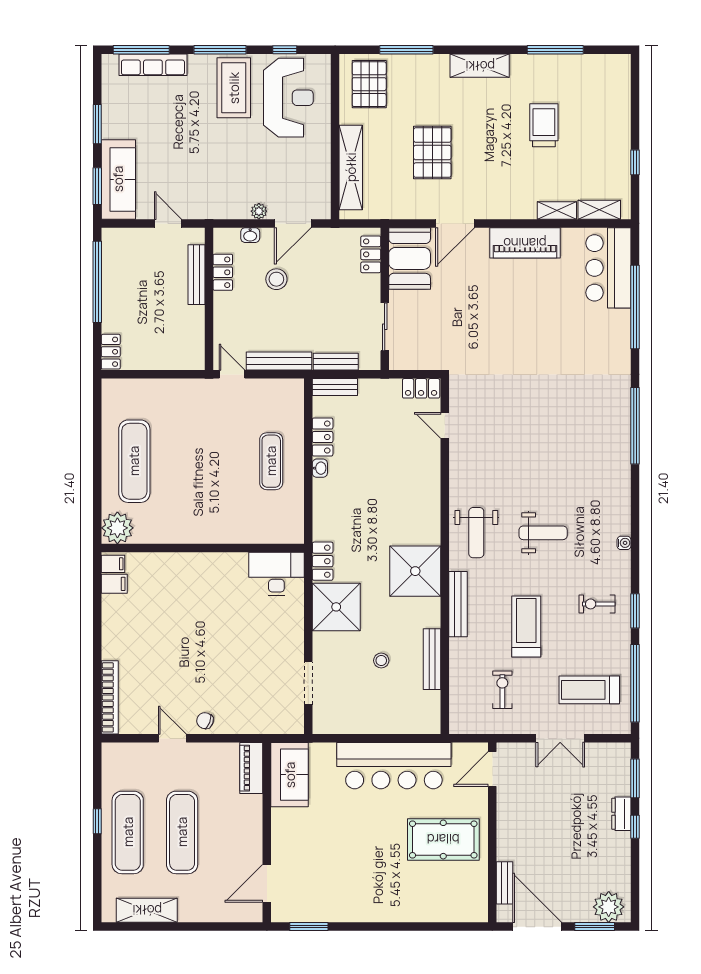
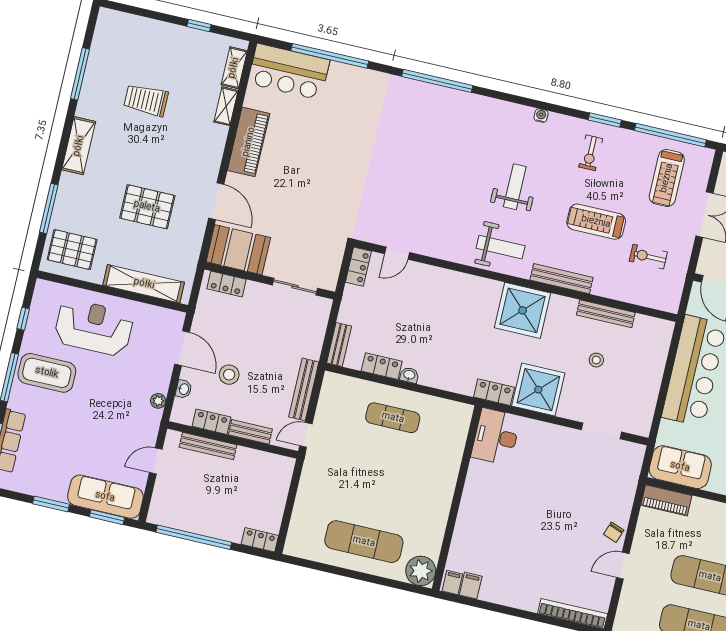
reception desk: (288, 98) -> (94, 327), moved
plant: (259, 211) -> (158, 401), moved
bench: (336, 362) -> (250, 432), moved, turned 90

